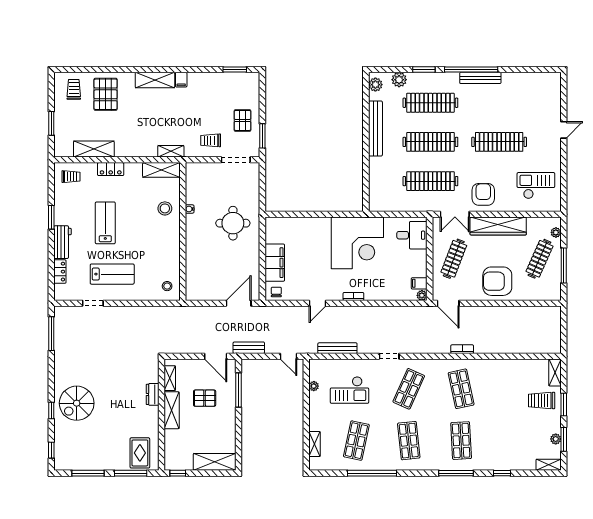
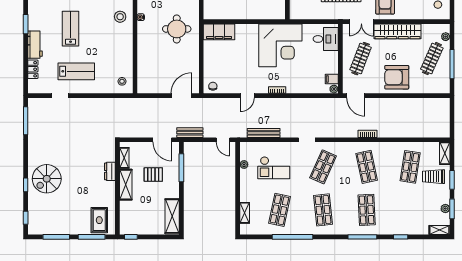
filing cabinet: (275, 263) -> (219, 32), moved, turned 90
shop shelf: (513, 389) -> (410, 167), added
shelving: (215, 462) -> (172, 216), moved, turned 90

